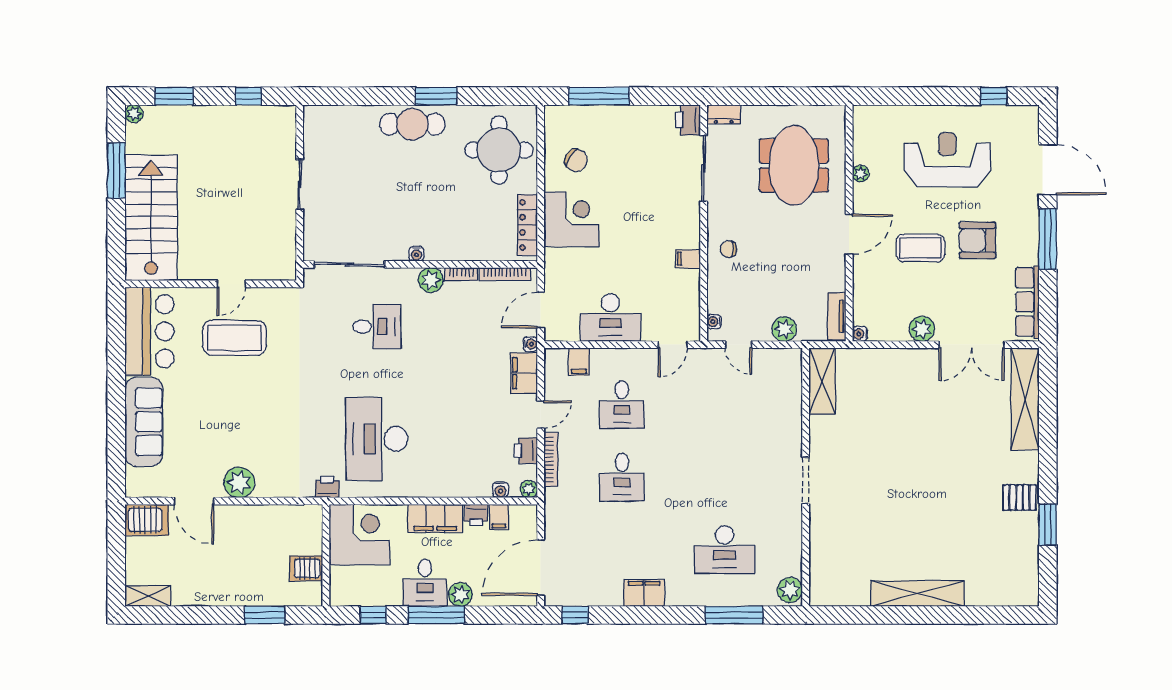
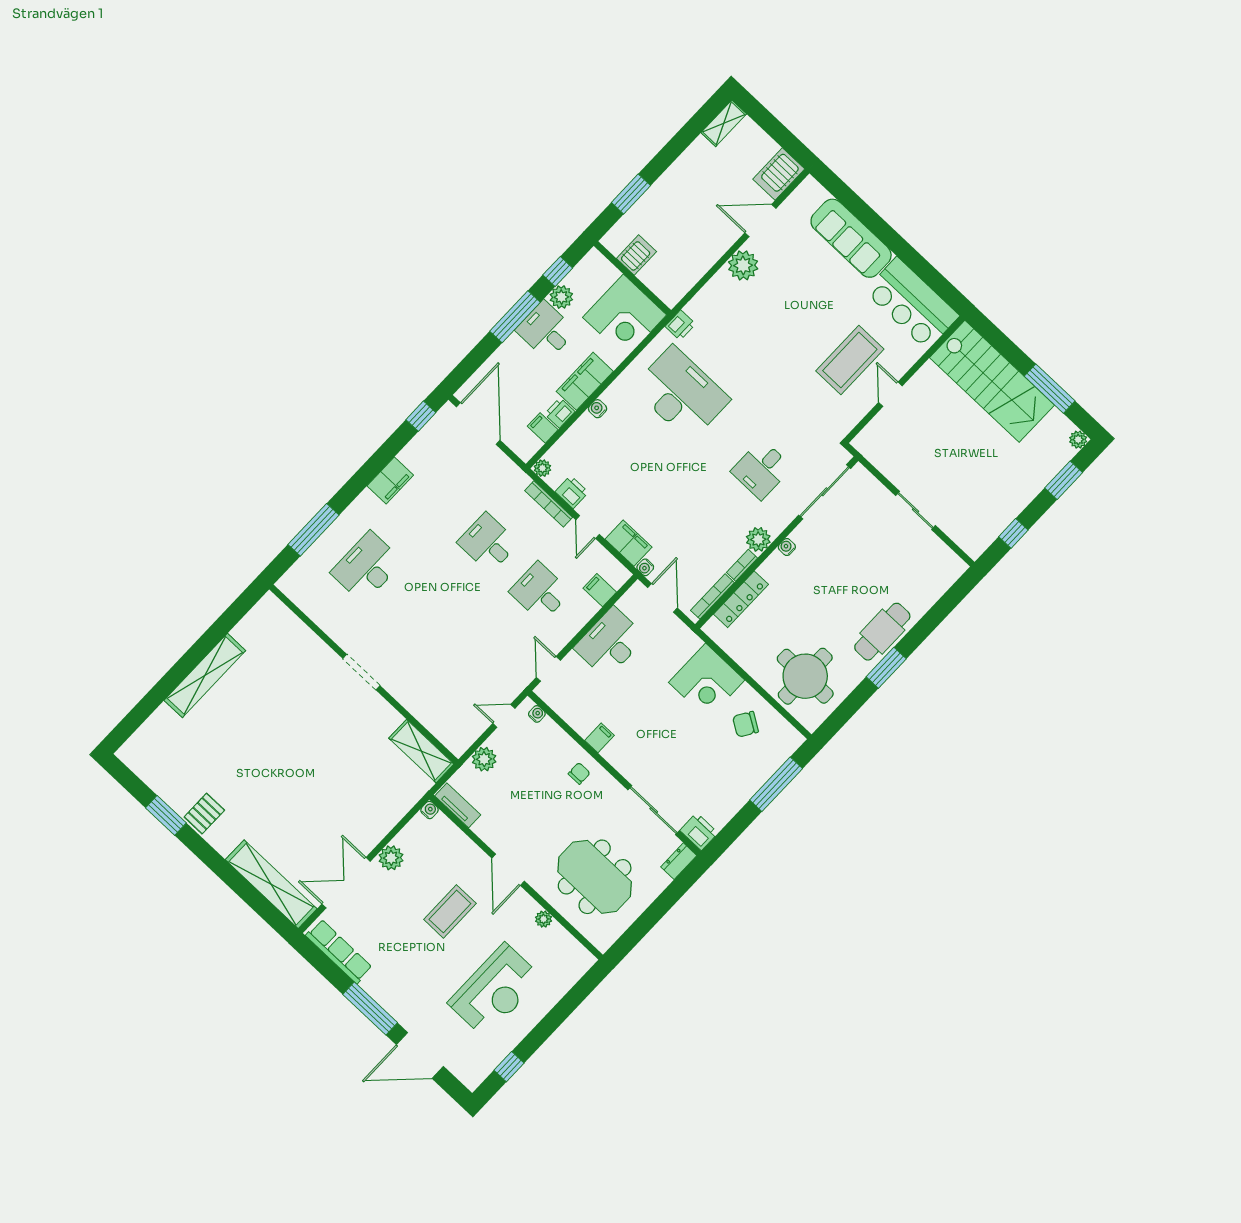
locker: (527, 225) -> (741, 599), moved, turned 90
armchair: (977, 240) -> (417, 957), removed
water cooler: (500, 490) -> (598, 409), moved
plant: (790, 590) -> (294, 587), removed
plant: (460, 594) -> (561, 297), moved

